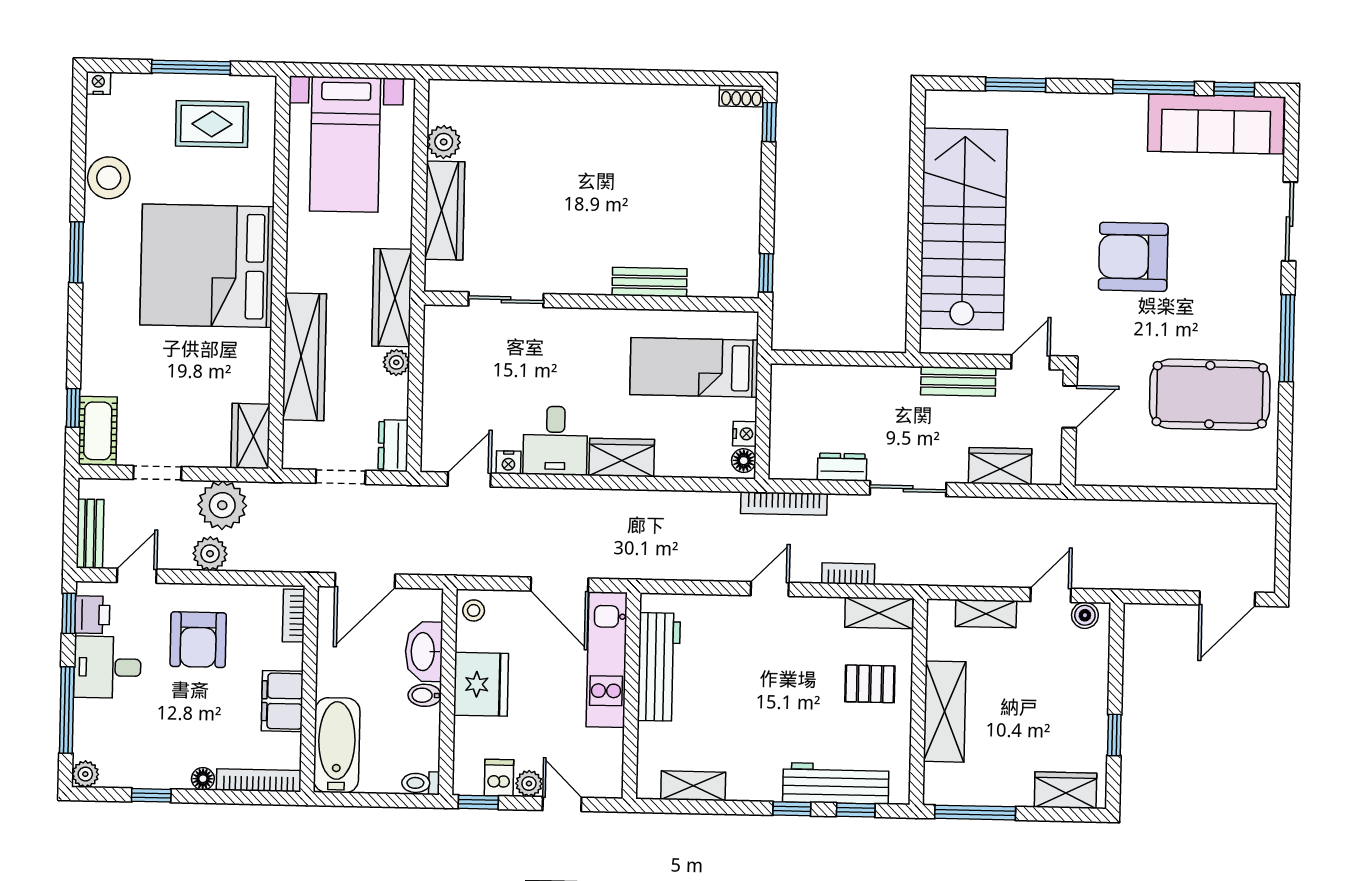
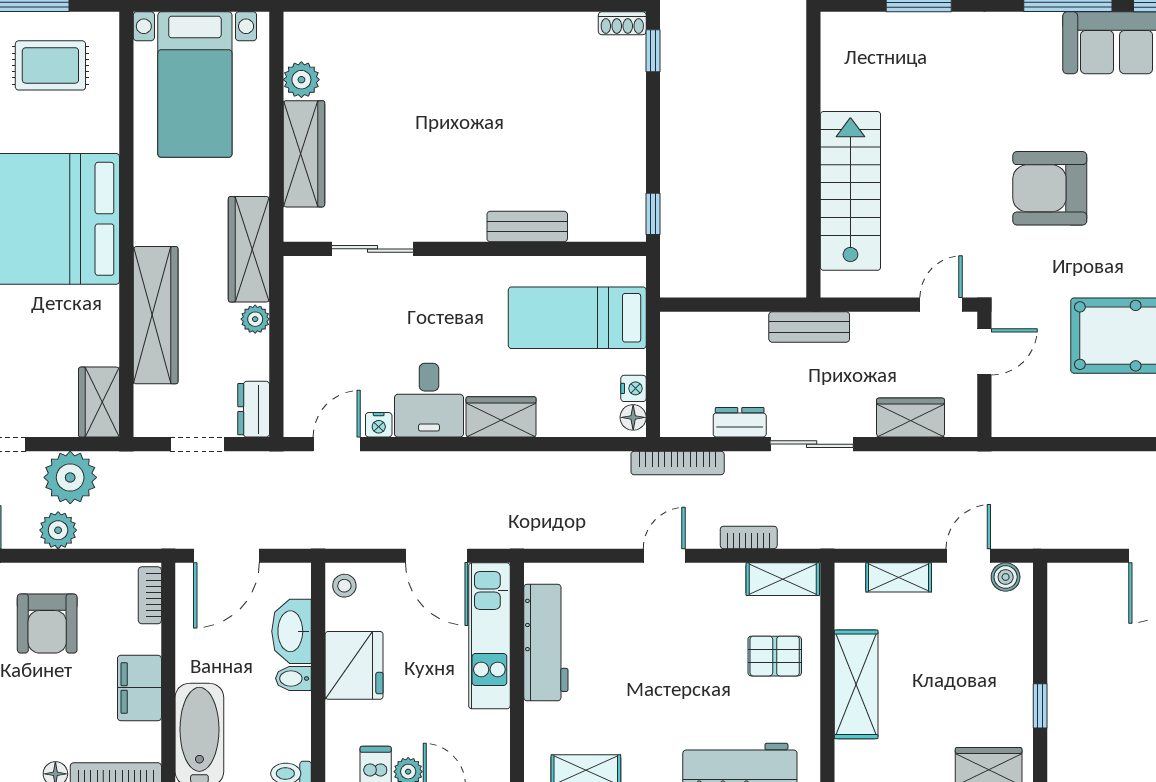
stairs: (964, 229) -> (850, 191), width x0.73, depth x0.66
bench: (958, 381) -> (809, 327), moved

